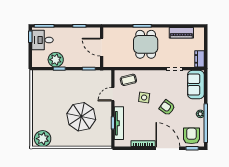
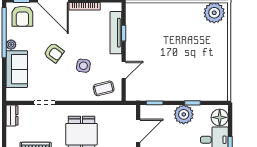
door: (102, 47) -> (138, 131), hinge flipped
floor lamp: (38, 57) -> (220, 117), added
plant: (56, 60) -> (184, 114), moved
sofa: (196, 85) -> (17, 69), moved
parasol: (81, 117) -> (164, 41), removed

